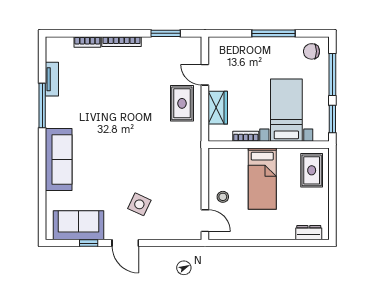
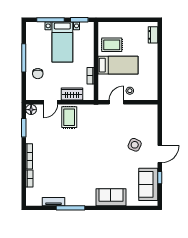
floor lamp: (194, 45) -> (31, 110), added
chair: (312, 51) -> (38, 74), moved
rug: (182, 103) -> (69, 117), turned 90
bed with nightstands: (286, 110) -> (62, 42), moved, turned -90
sofa: (59, 160) -> (111, 197), width x0.73
rug: (312, 170) -> (112, 45), moved
door: (205, 221) -> (116, 102), moved

